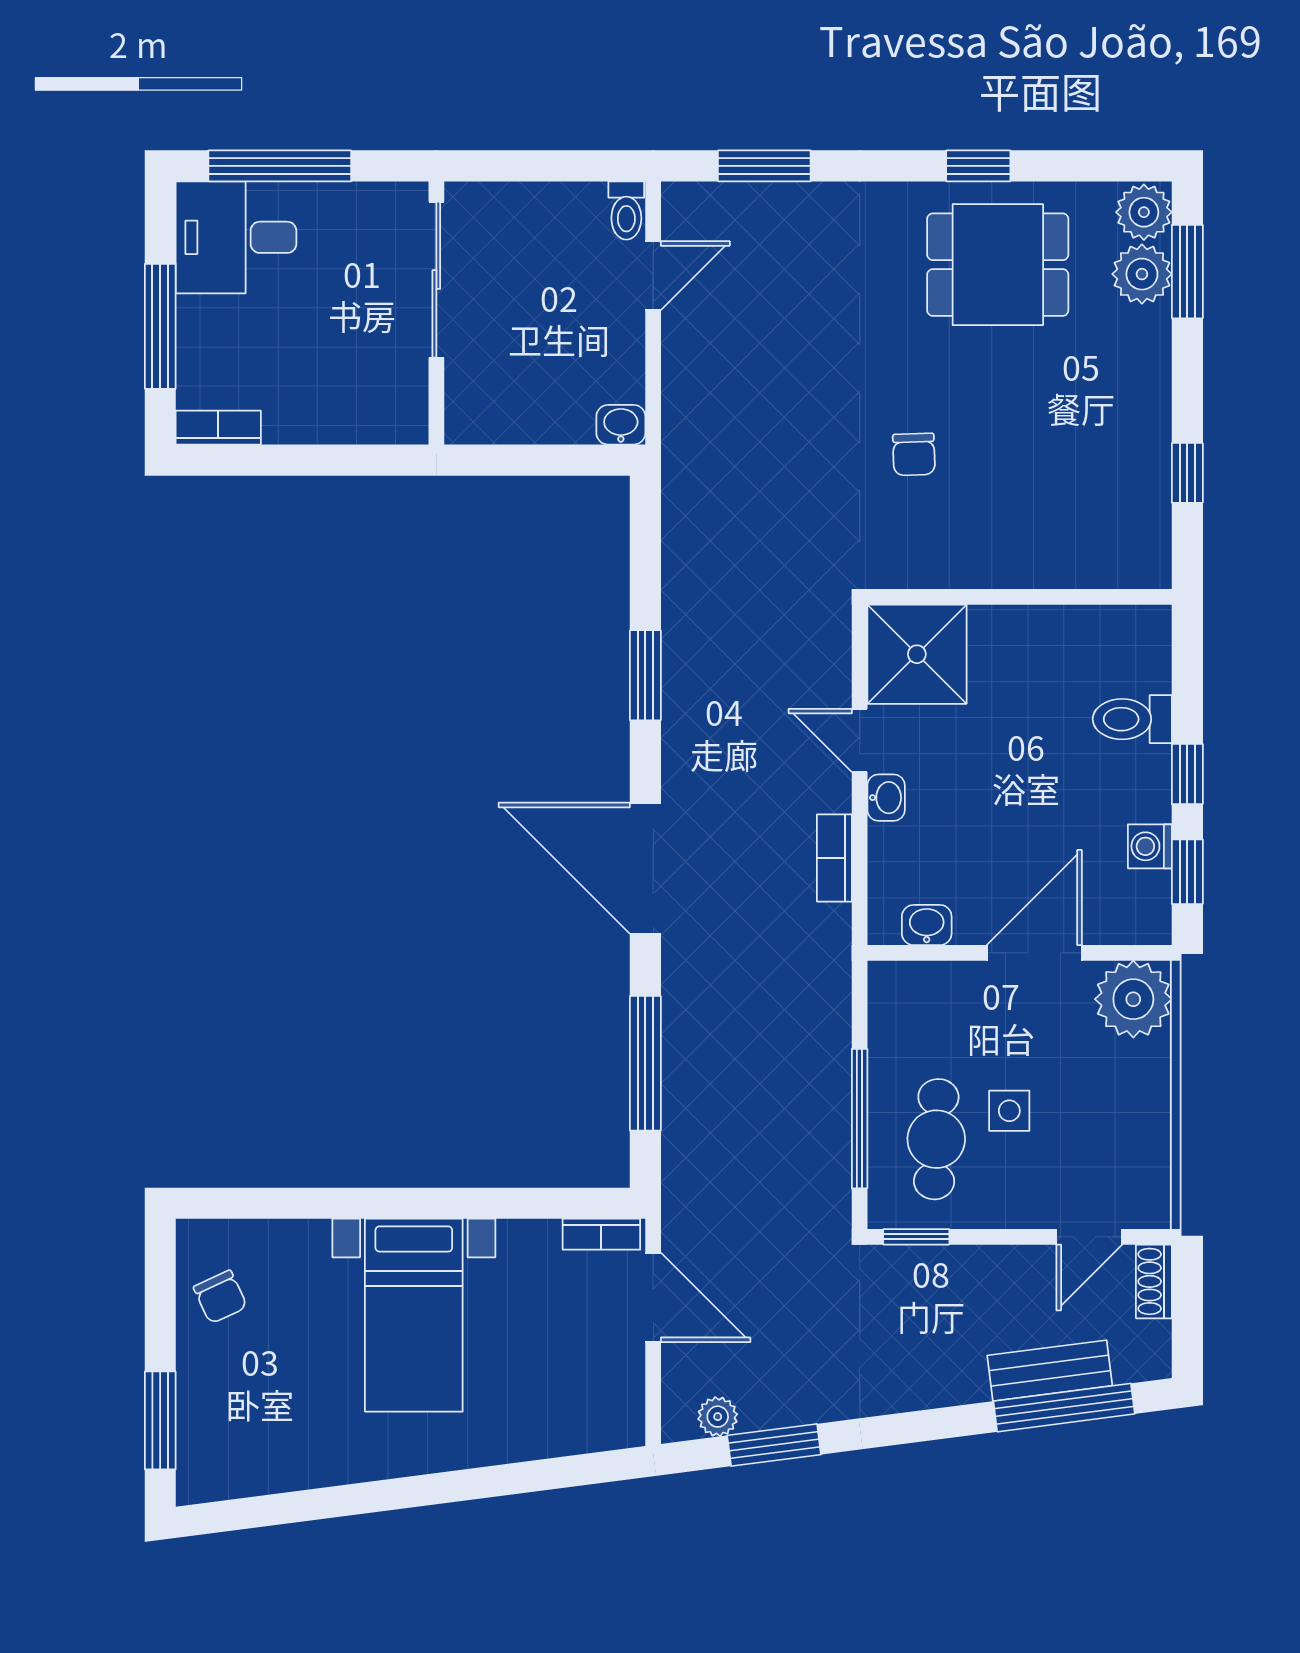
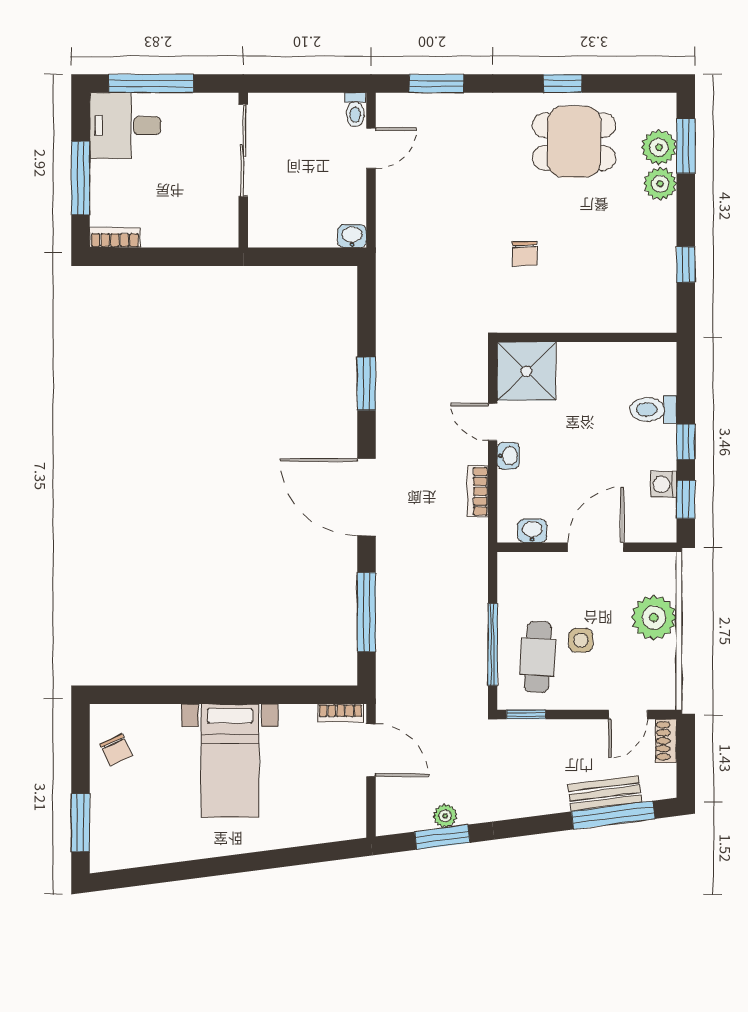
plant: (1144, 212) -> (660, 184), moved
plant: (1133, 999) -> (654, 618), moved
plant: (718, 1417) -> (445, 816), moved

